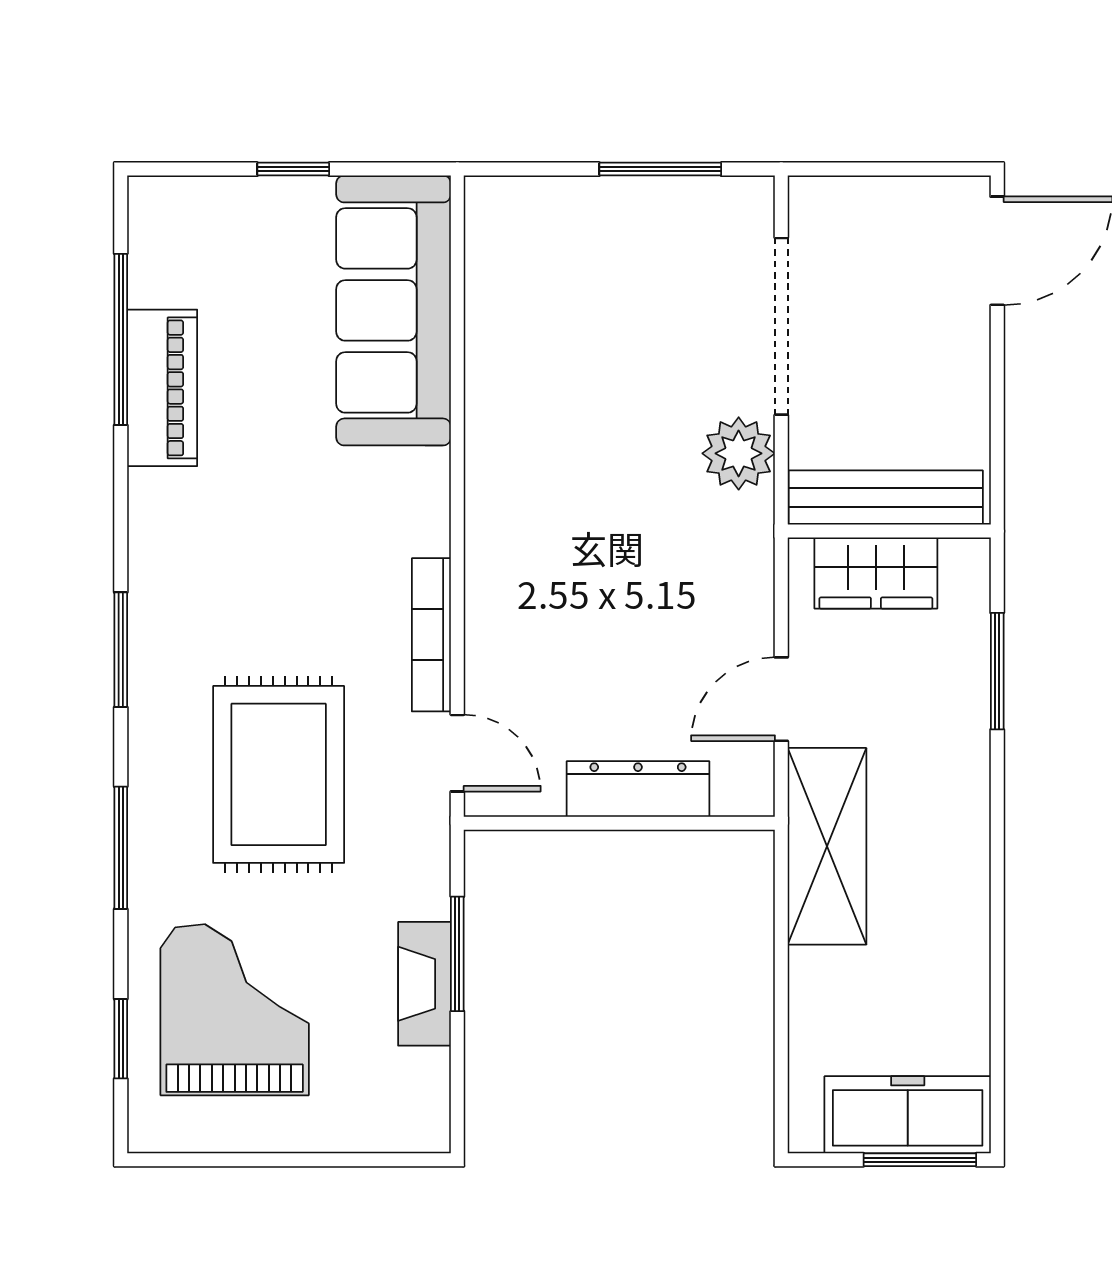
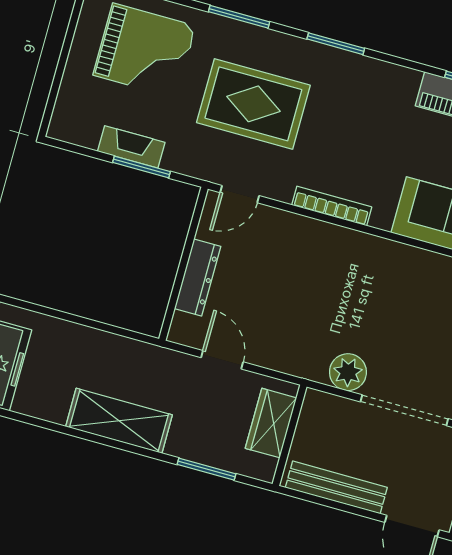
bench: (886, 498) -> (336, 487), moved, turned 90
bookcase: (431, 635) -> (332, 206), moved
shelving: (827, 846) -> (119, 421), moved

